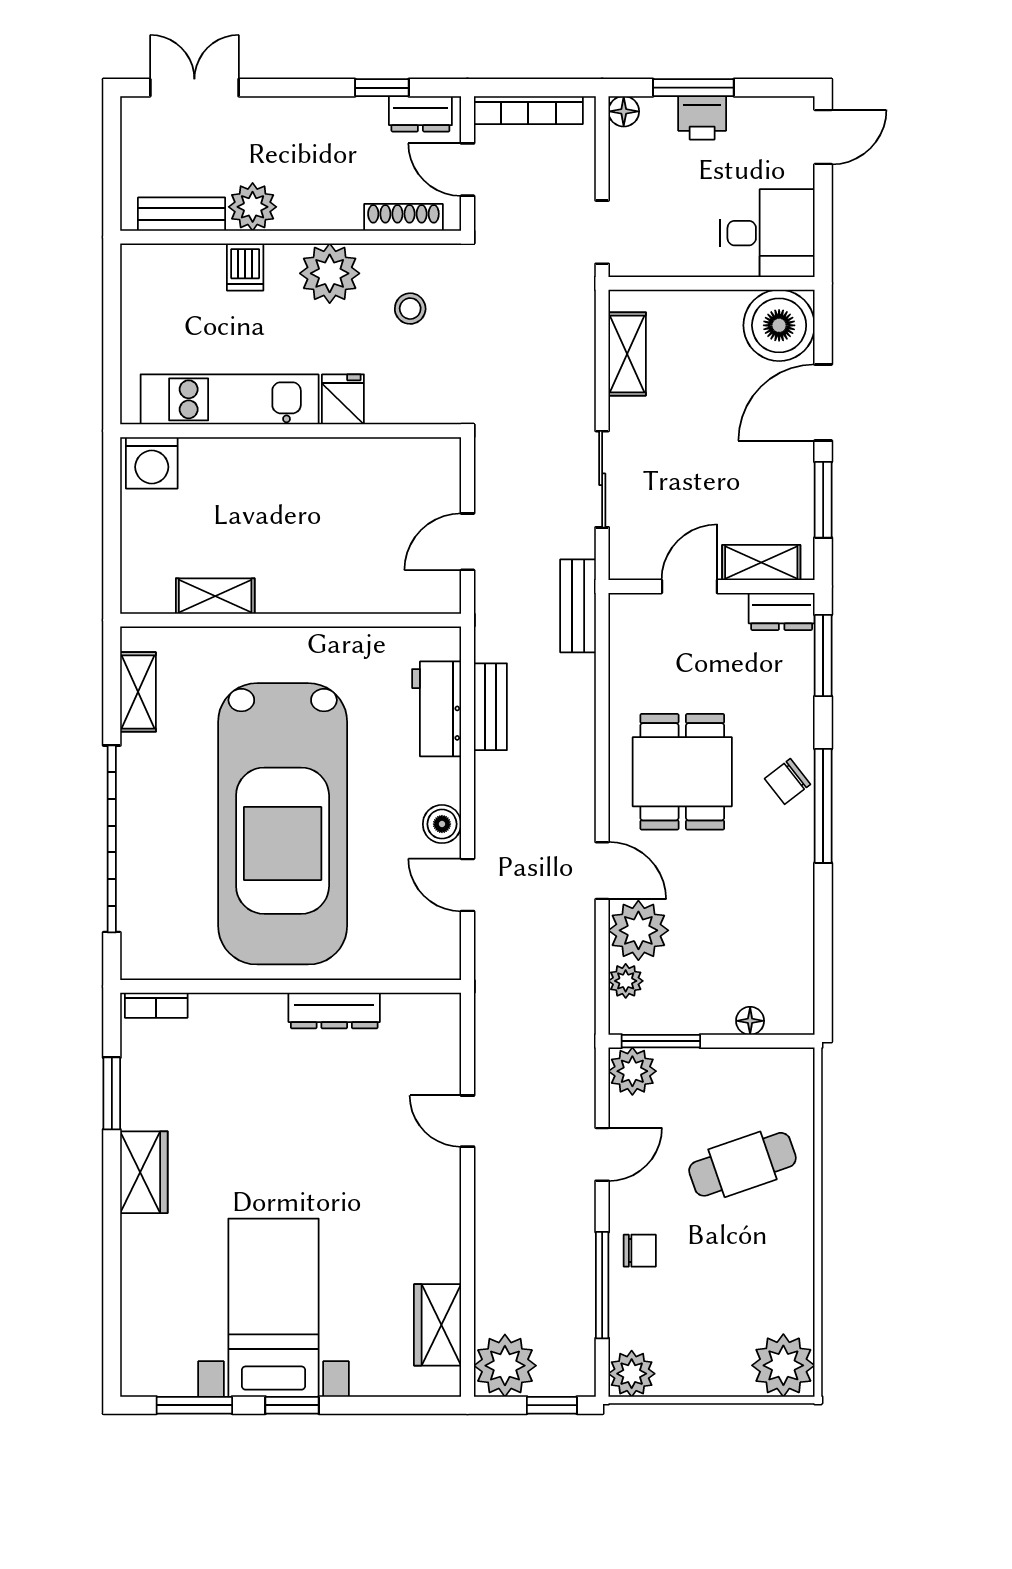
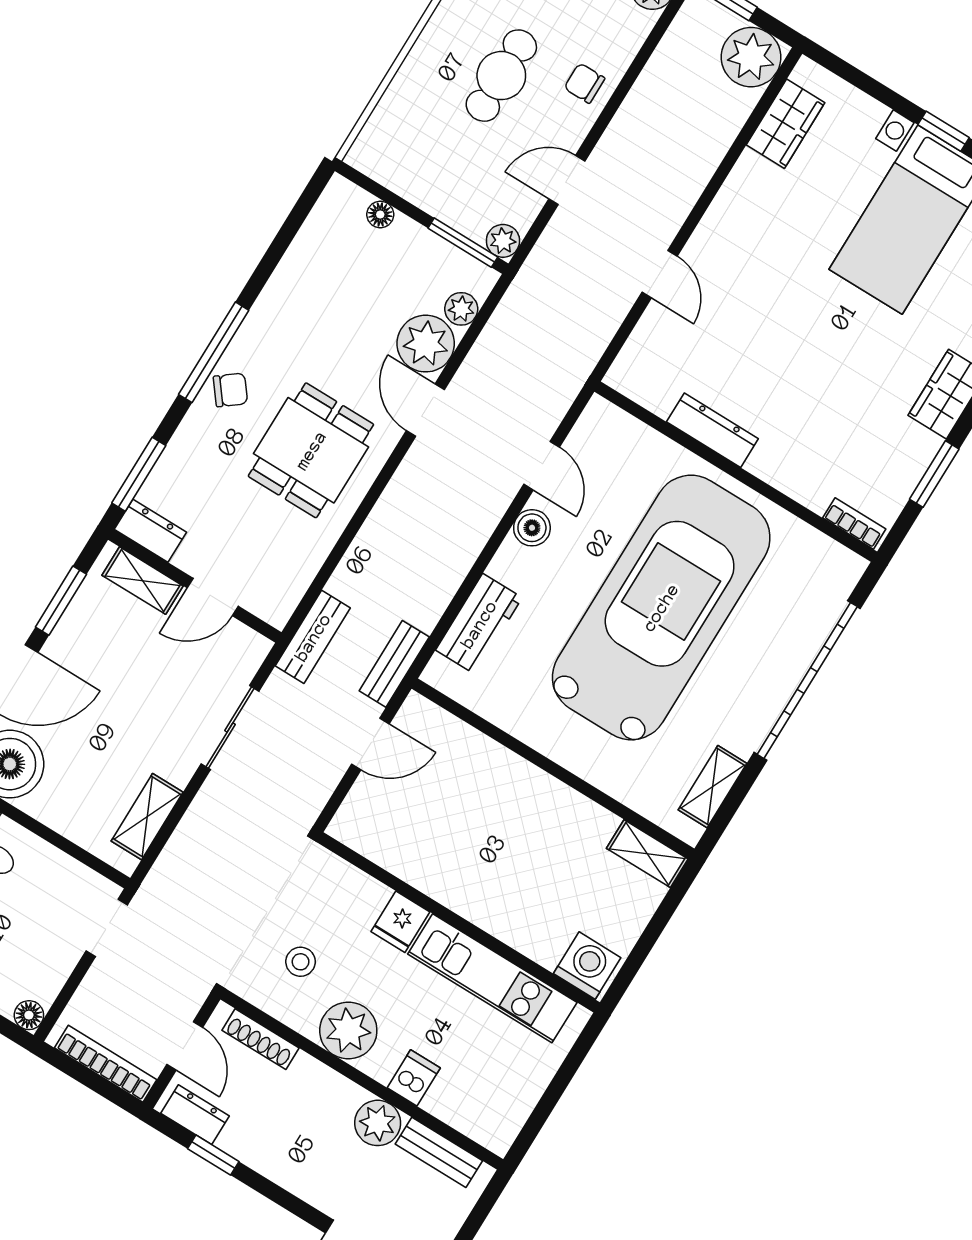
shelving: (215, 596) -> (647, 854), moved
bench: (490, 707) -> (394, 664), moved
plant: (632, 1071) -> (503, 241), width x0.73, depth x0.73
cafe table: (742, 1164) -> (501, 76), moved, turned -71
window: (602, 1285) -> (632, 74), removed

